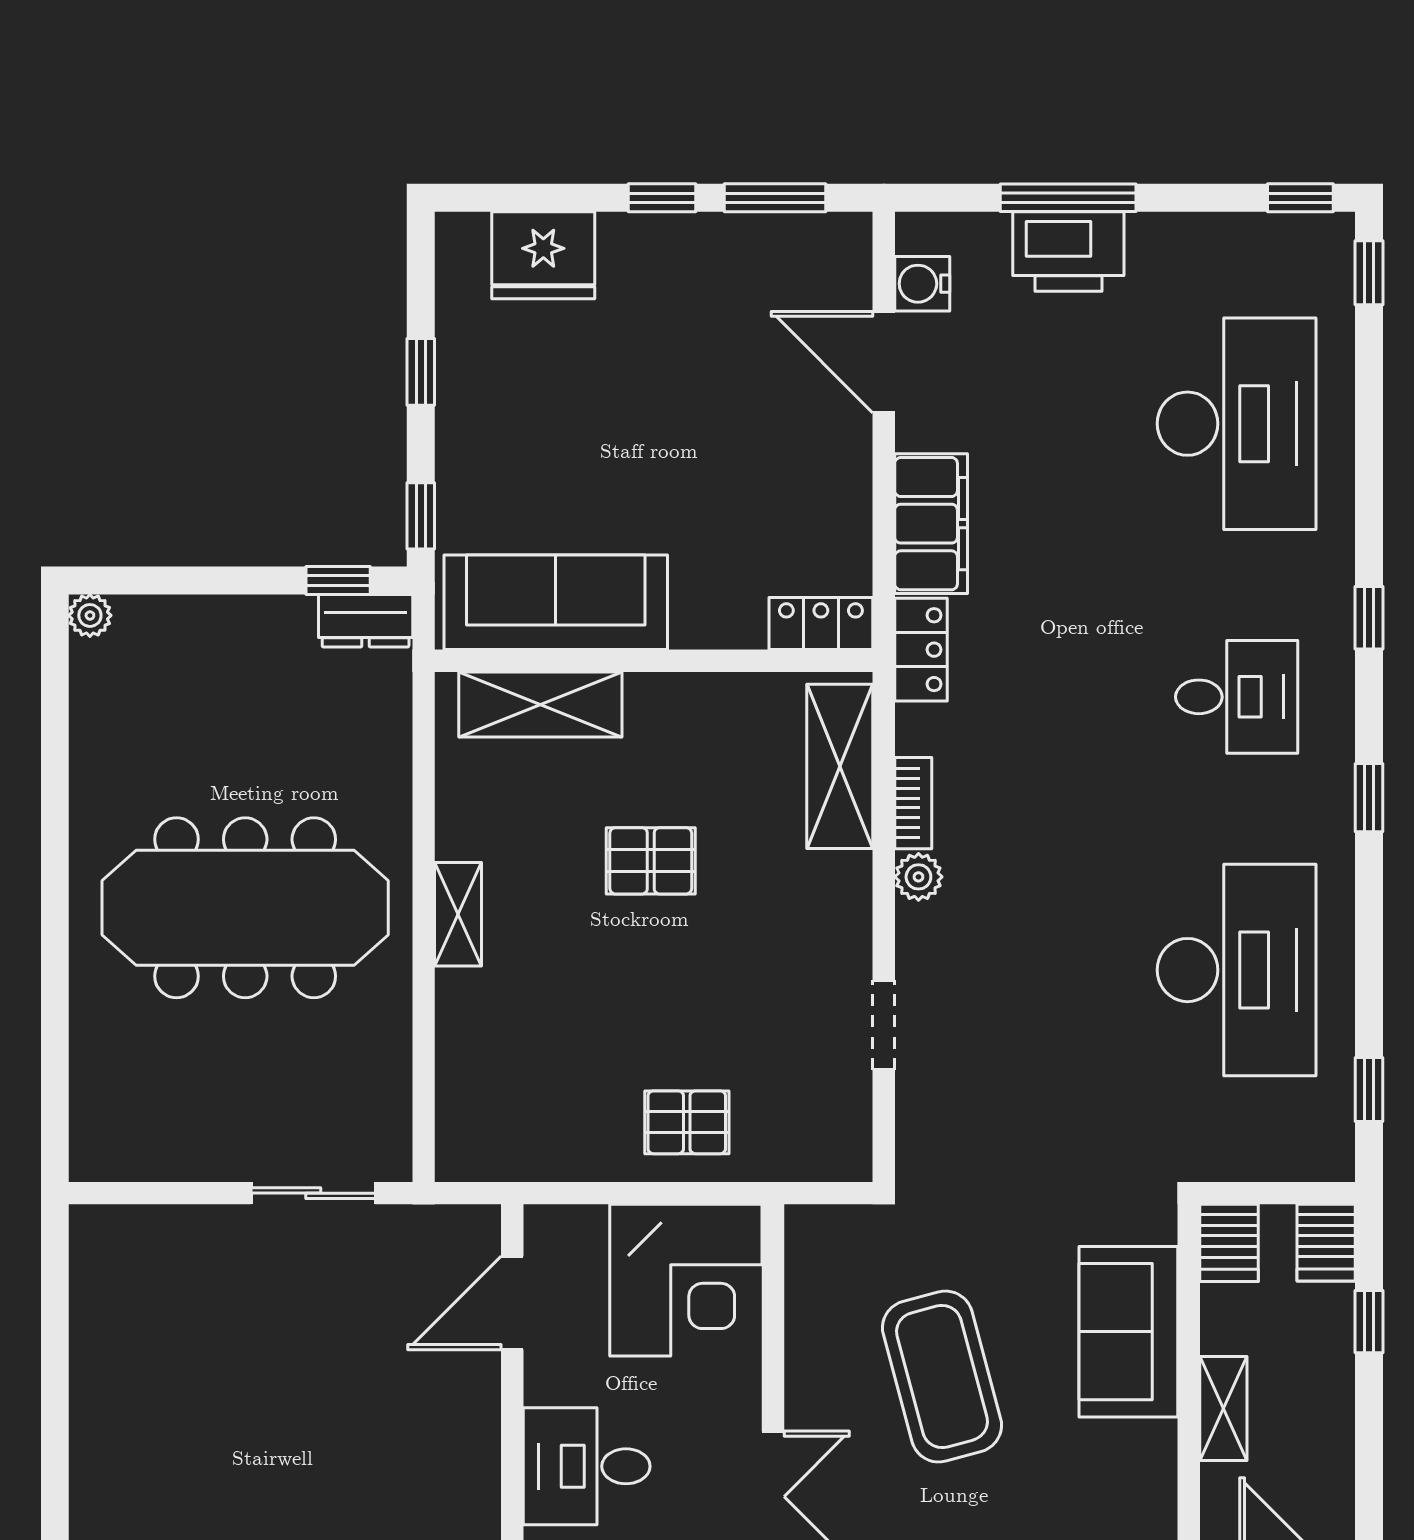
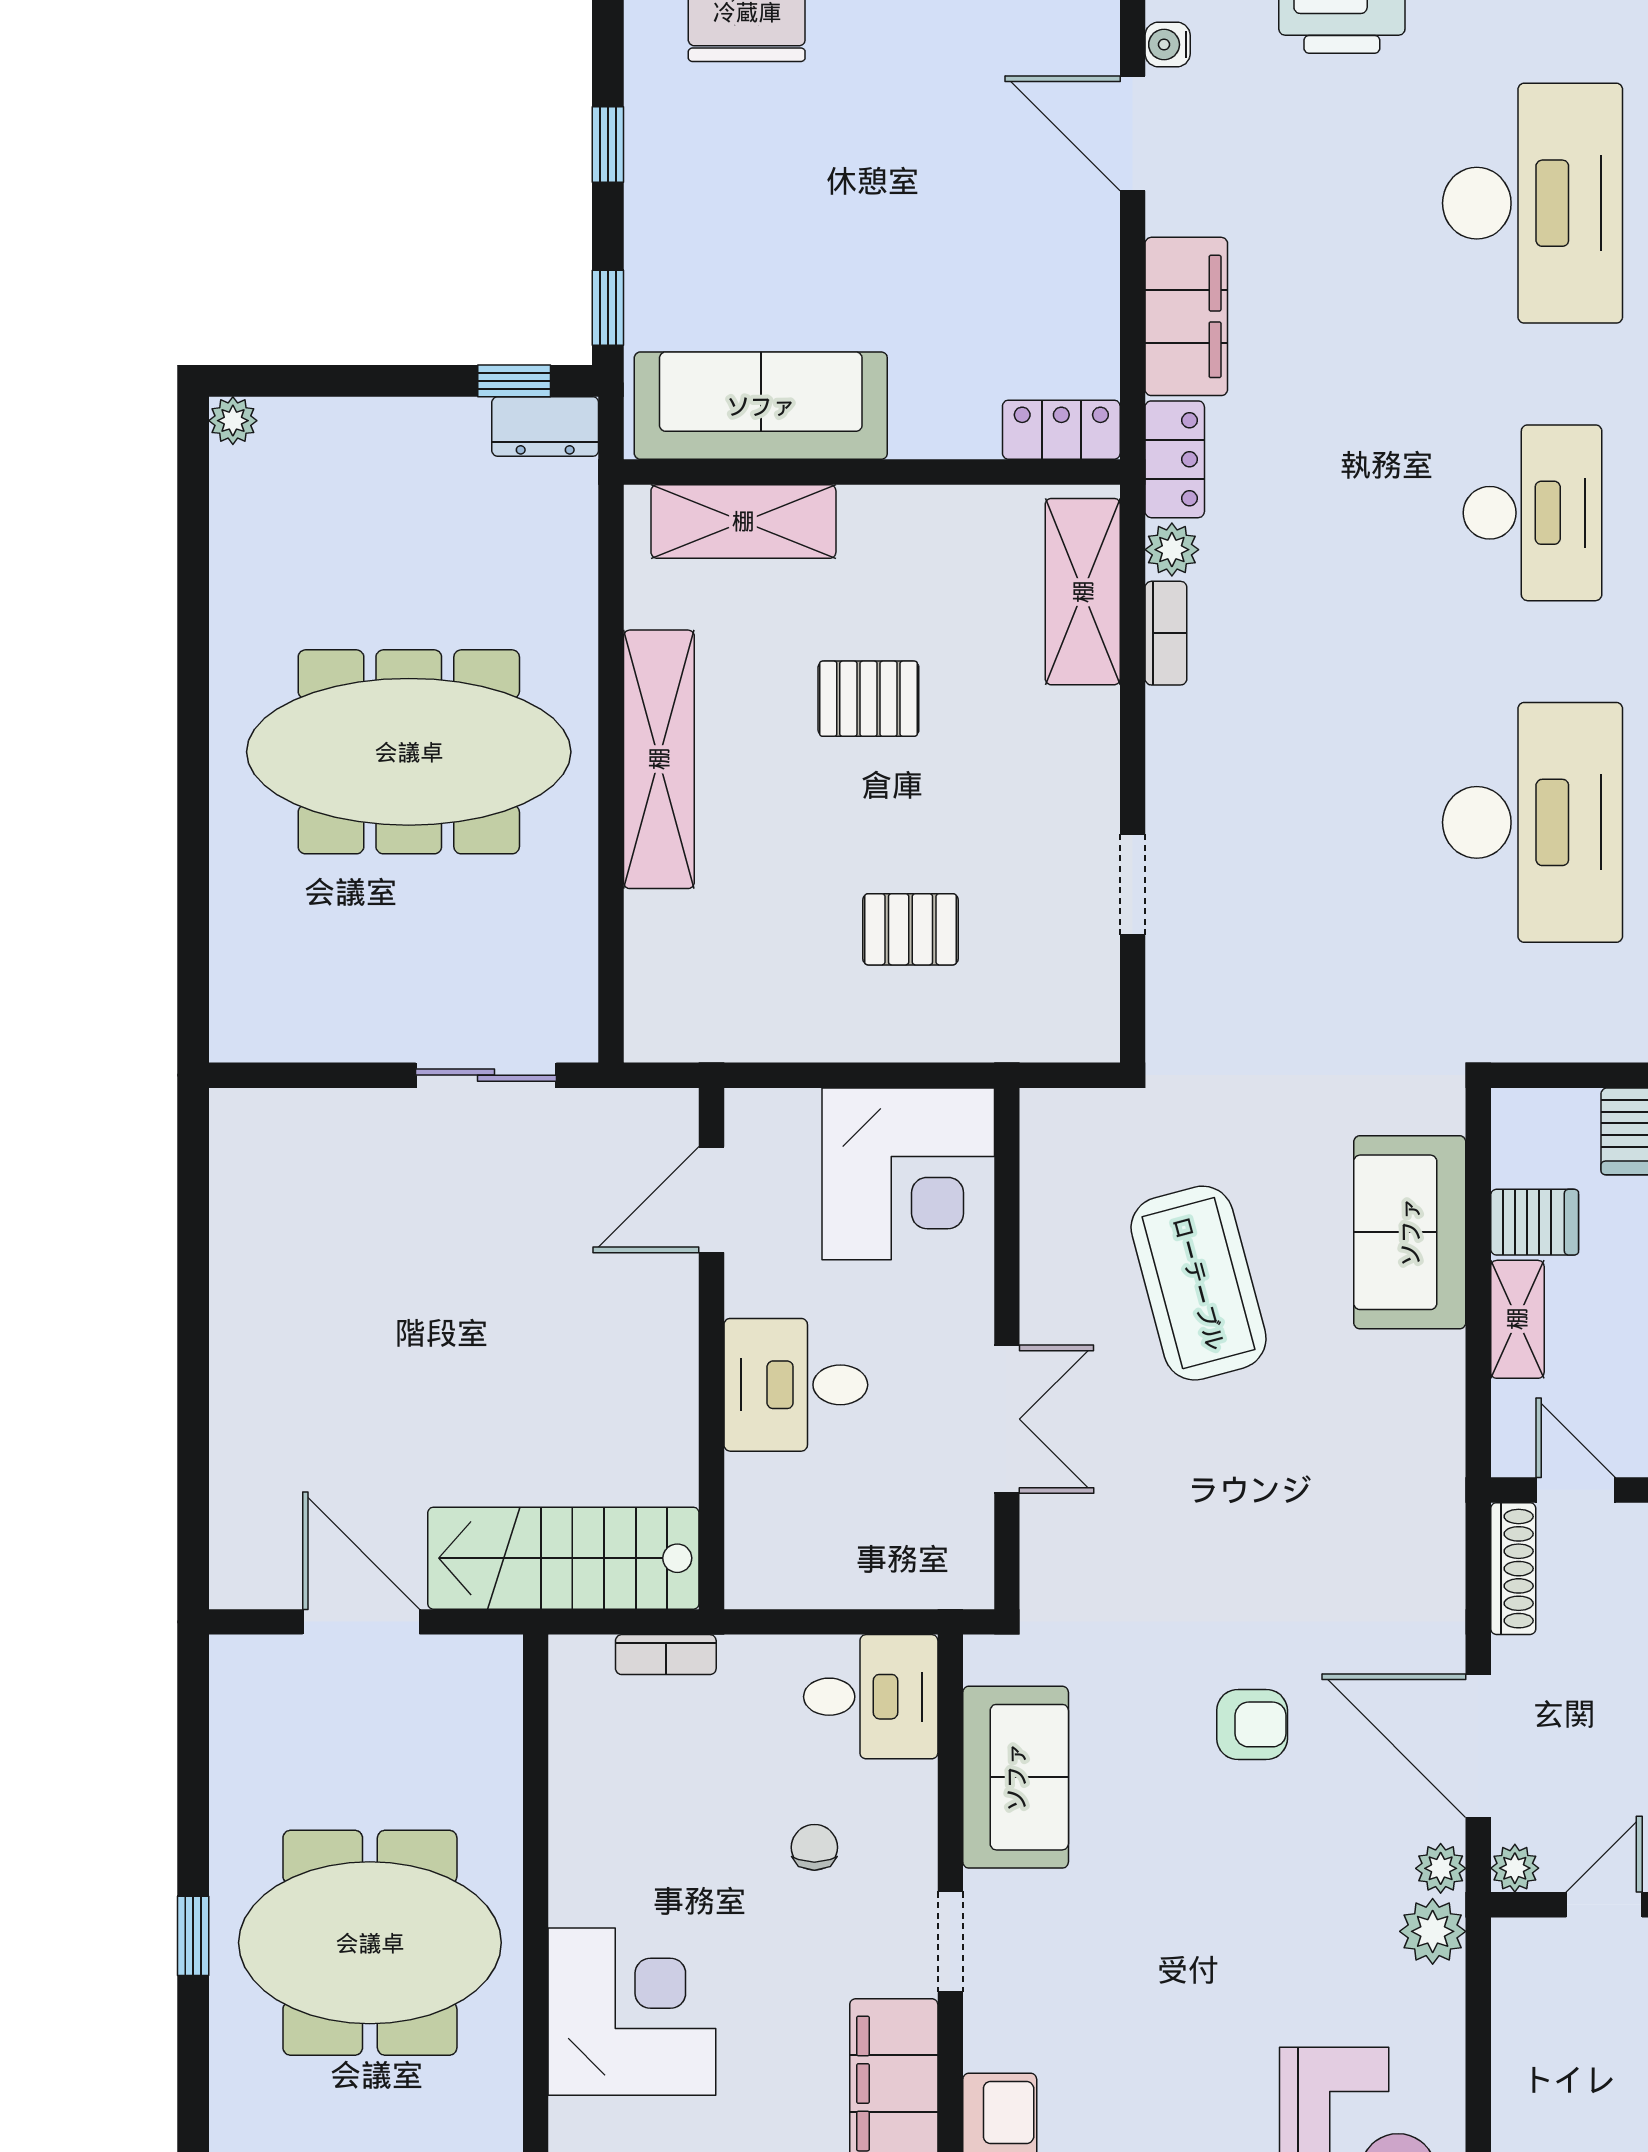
water cooler: (922, 284) -> (1168, 45), width x0.72, depth x0.72
desk: (1237, 697) -> (1532, 513), width x1.37
plant: (918, 877) -> (1172, 550), moved
shelving: (458, 914) -> (659, 759), width x2.20, depth x1.33
pallet: (687, 1122) -> (910, 929), moved
server rack: (1229, 1243) -> (1535, 1222), moved, turned -90

